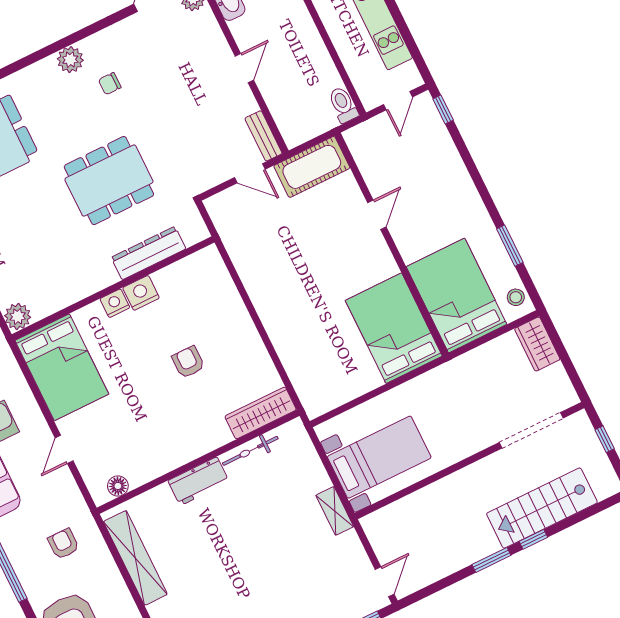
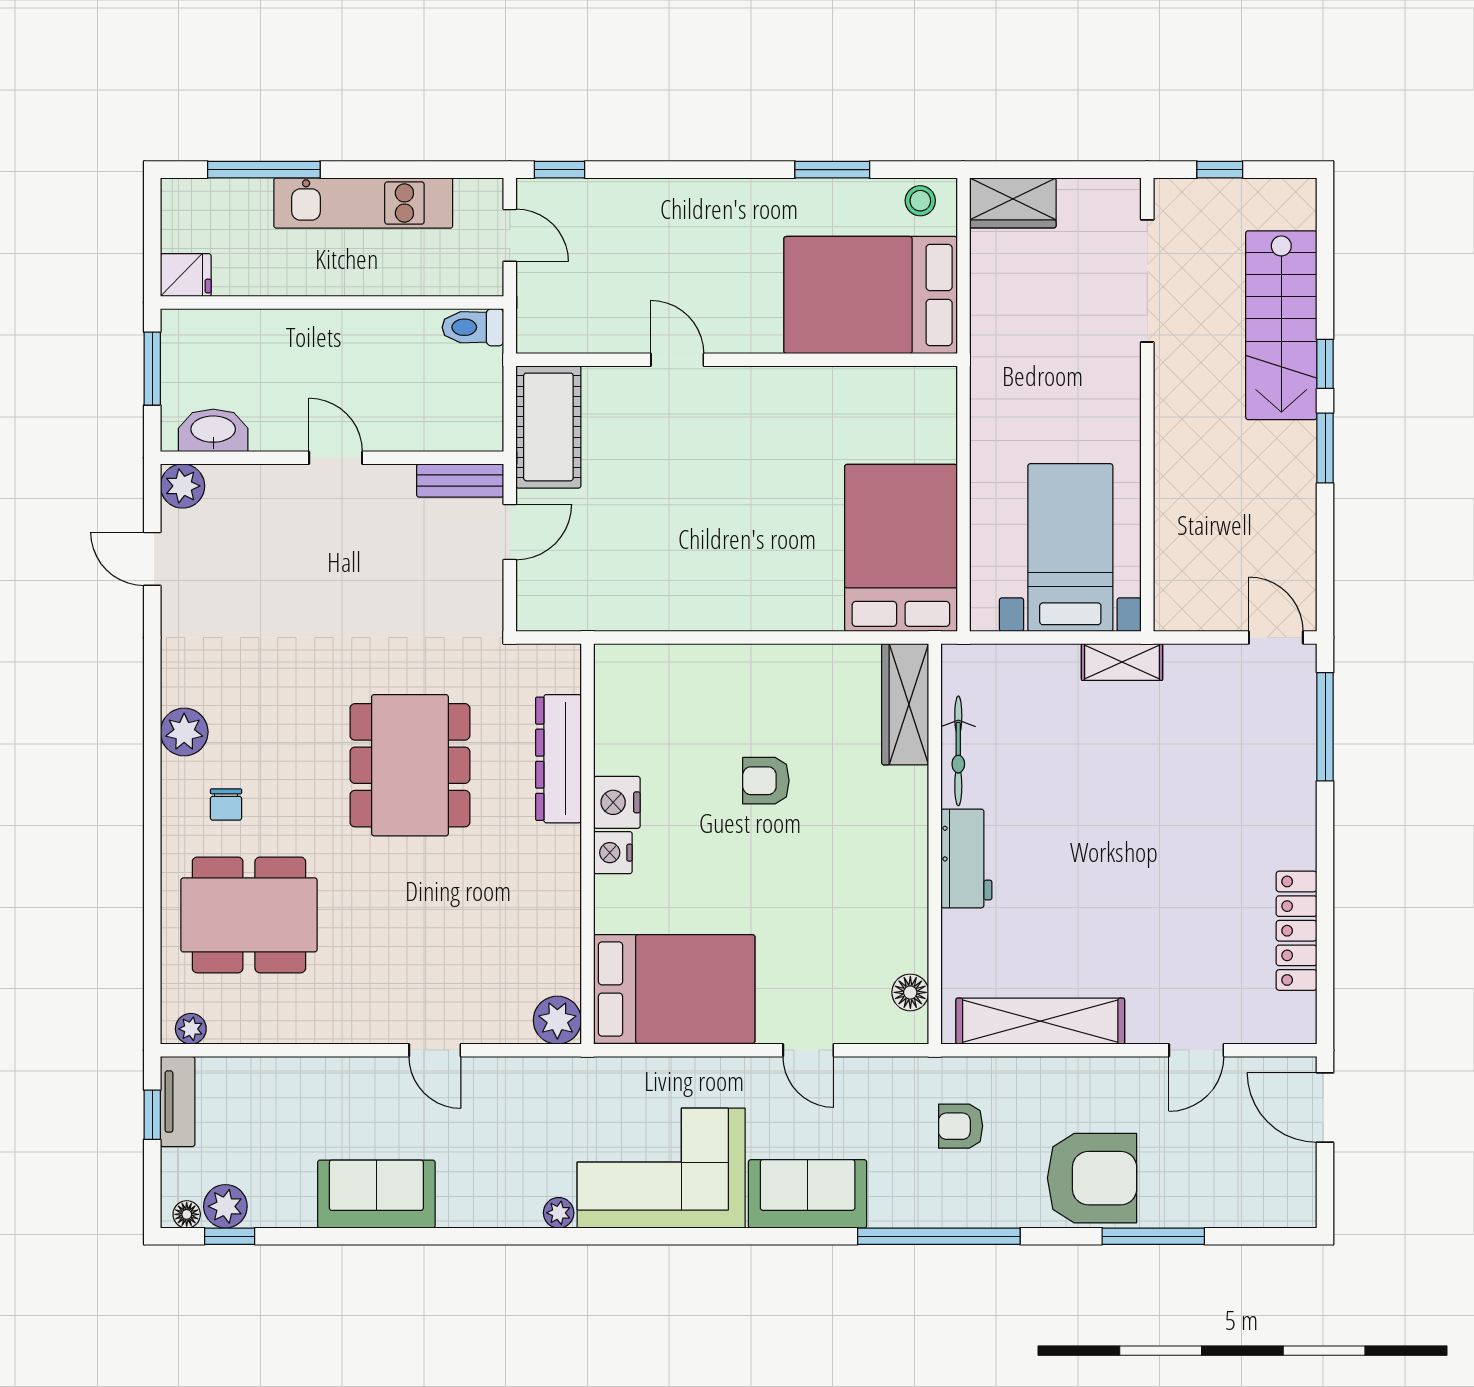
chair: (110, 84) -> (226, 805), moved
bed: (394, 328) -> (901, 548), moved, turned 90

